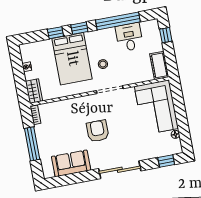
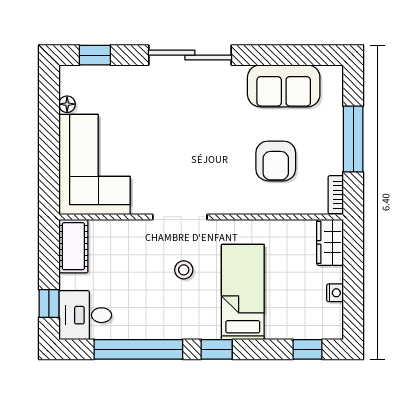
window: (55, 33) -> (307, 349), moved
desk: (129, 37) -> (85, 315), moved, turned 90
bed: (72, 59) -> (243, 292), width x0.67
armchair: (98, 131) -> (276, 161), moved

